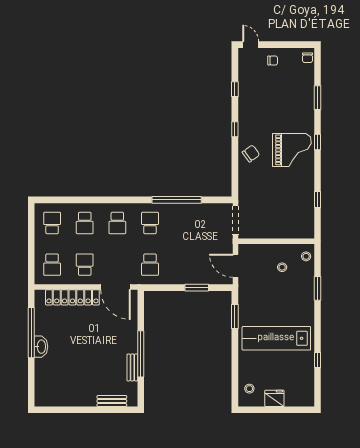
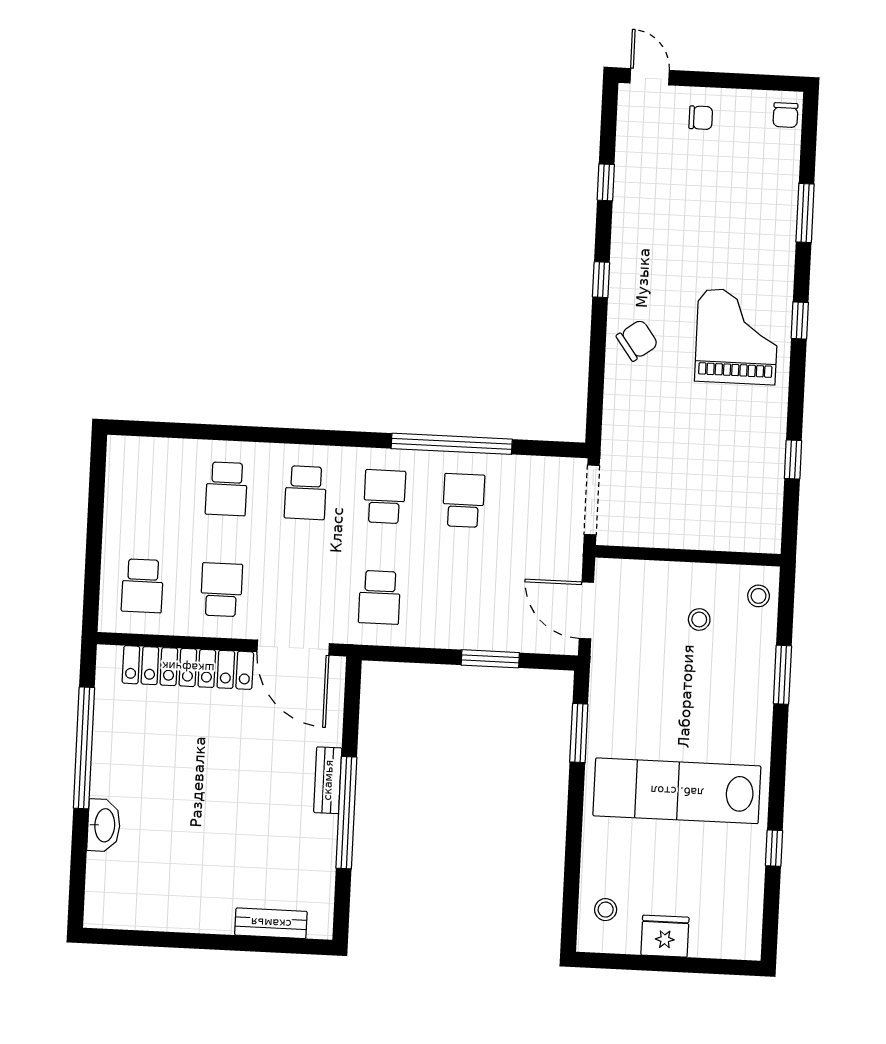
grand piano: (292, 150) -> (737, 337), turned -90
school desk: (52, 223) -> (464, 500), moved
washbasin: (41, 347) -> (104, 825), moved
bench: (132, 367) -> (328, 780), moved

